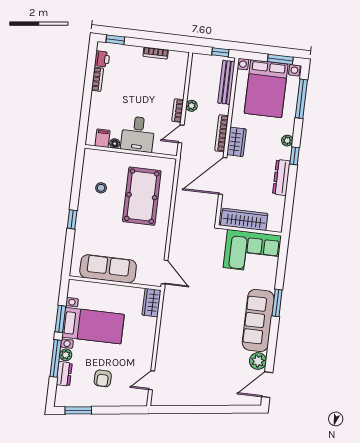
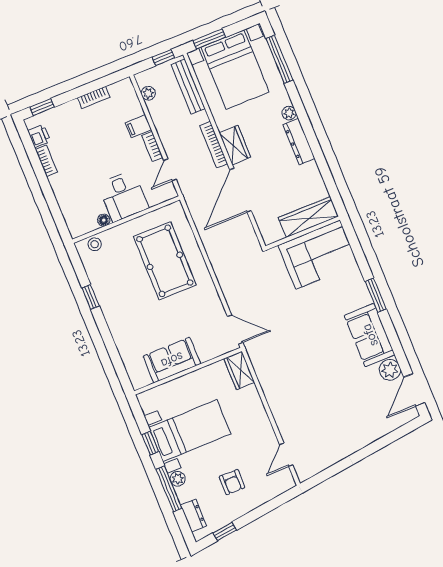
window: (280, 59) -> (209, 39), moved
plant: (191, 106) -> (148, 93), moved
filing cabinet: (103, 138) -> (138, 126), moved, turned -90
window: (295, 156) -> (306, 125), removed
dresser: (281, 177) -> (299, 142), moved
stool: (101, 188) -> (95, 244), moved
window: (72, 219) -> (91, 297), moved
wardrobe: (244, 219) -> (308, 217), moved
sofa: (108, 269) -> (172, 360), width x0.73
window: (60, 319) -> (150, 443), width x0.67
sofa: (258, 320) -> (370, 335), width x0.73
dresser: (64, 374) -> (194, 515), moved
window: (78, 410) -> (225, 531), width x0.67

